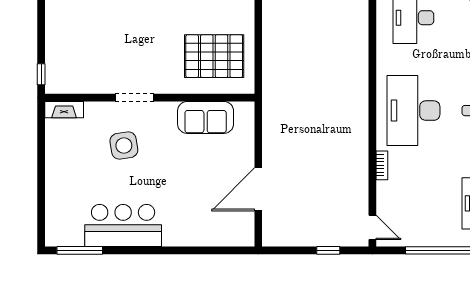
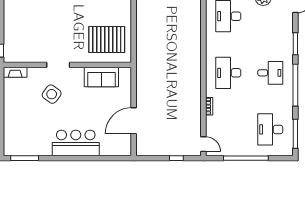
desk: (413, 111) -> (228, 73), width x0.73, depth x0.77
side table: (124, 146) -> (52, 94), turned 45
bar counter: (123, 226) -> (76, 143), moved

